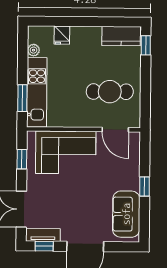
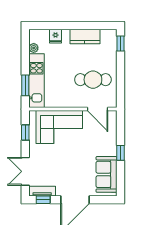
kitchen counter: (121, 36) -> (85, 37), moved

